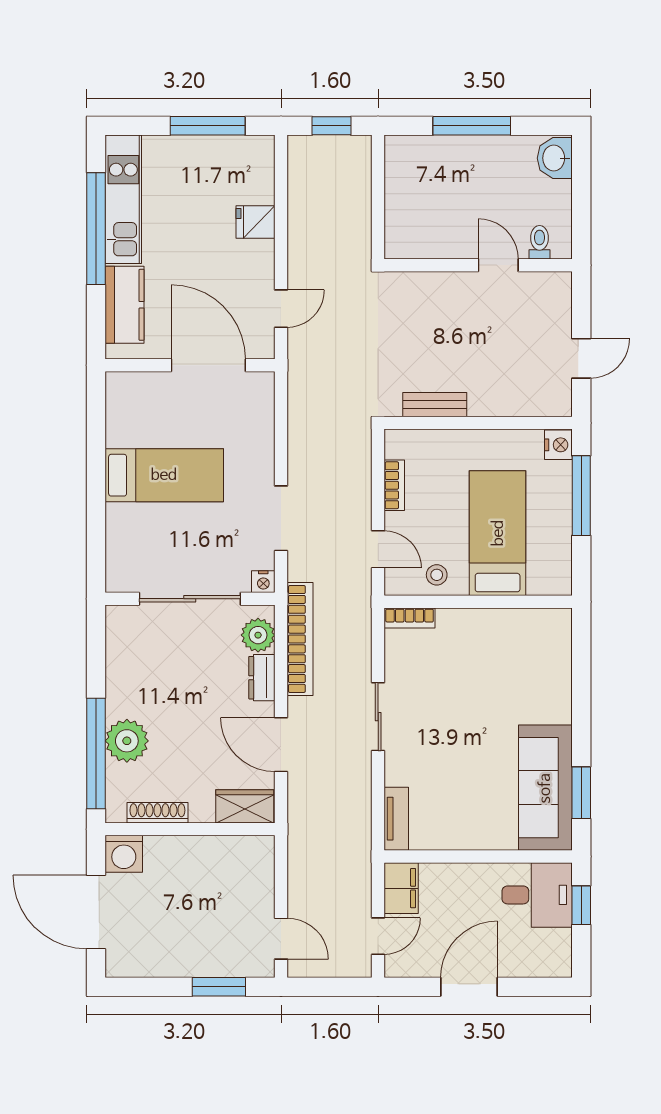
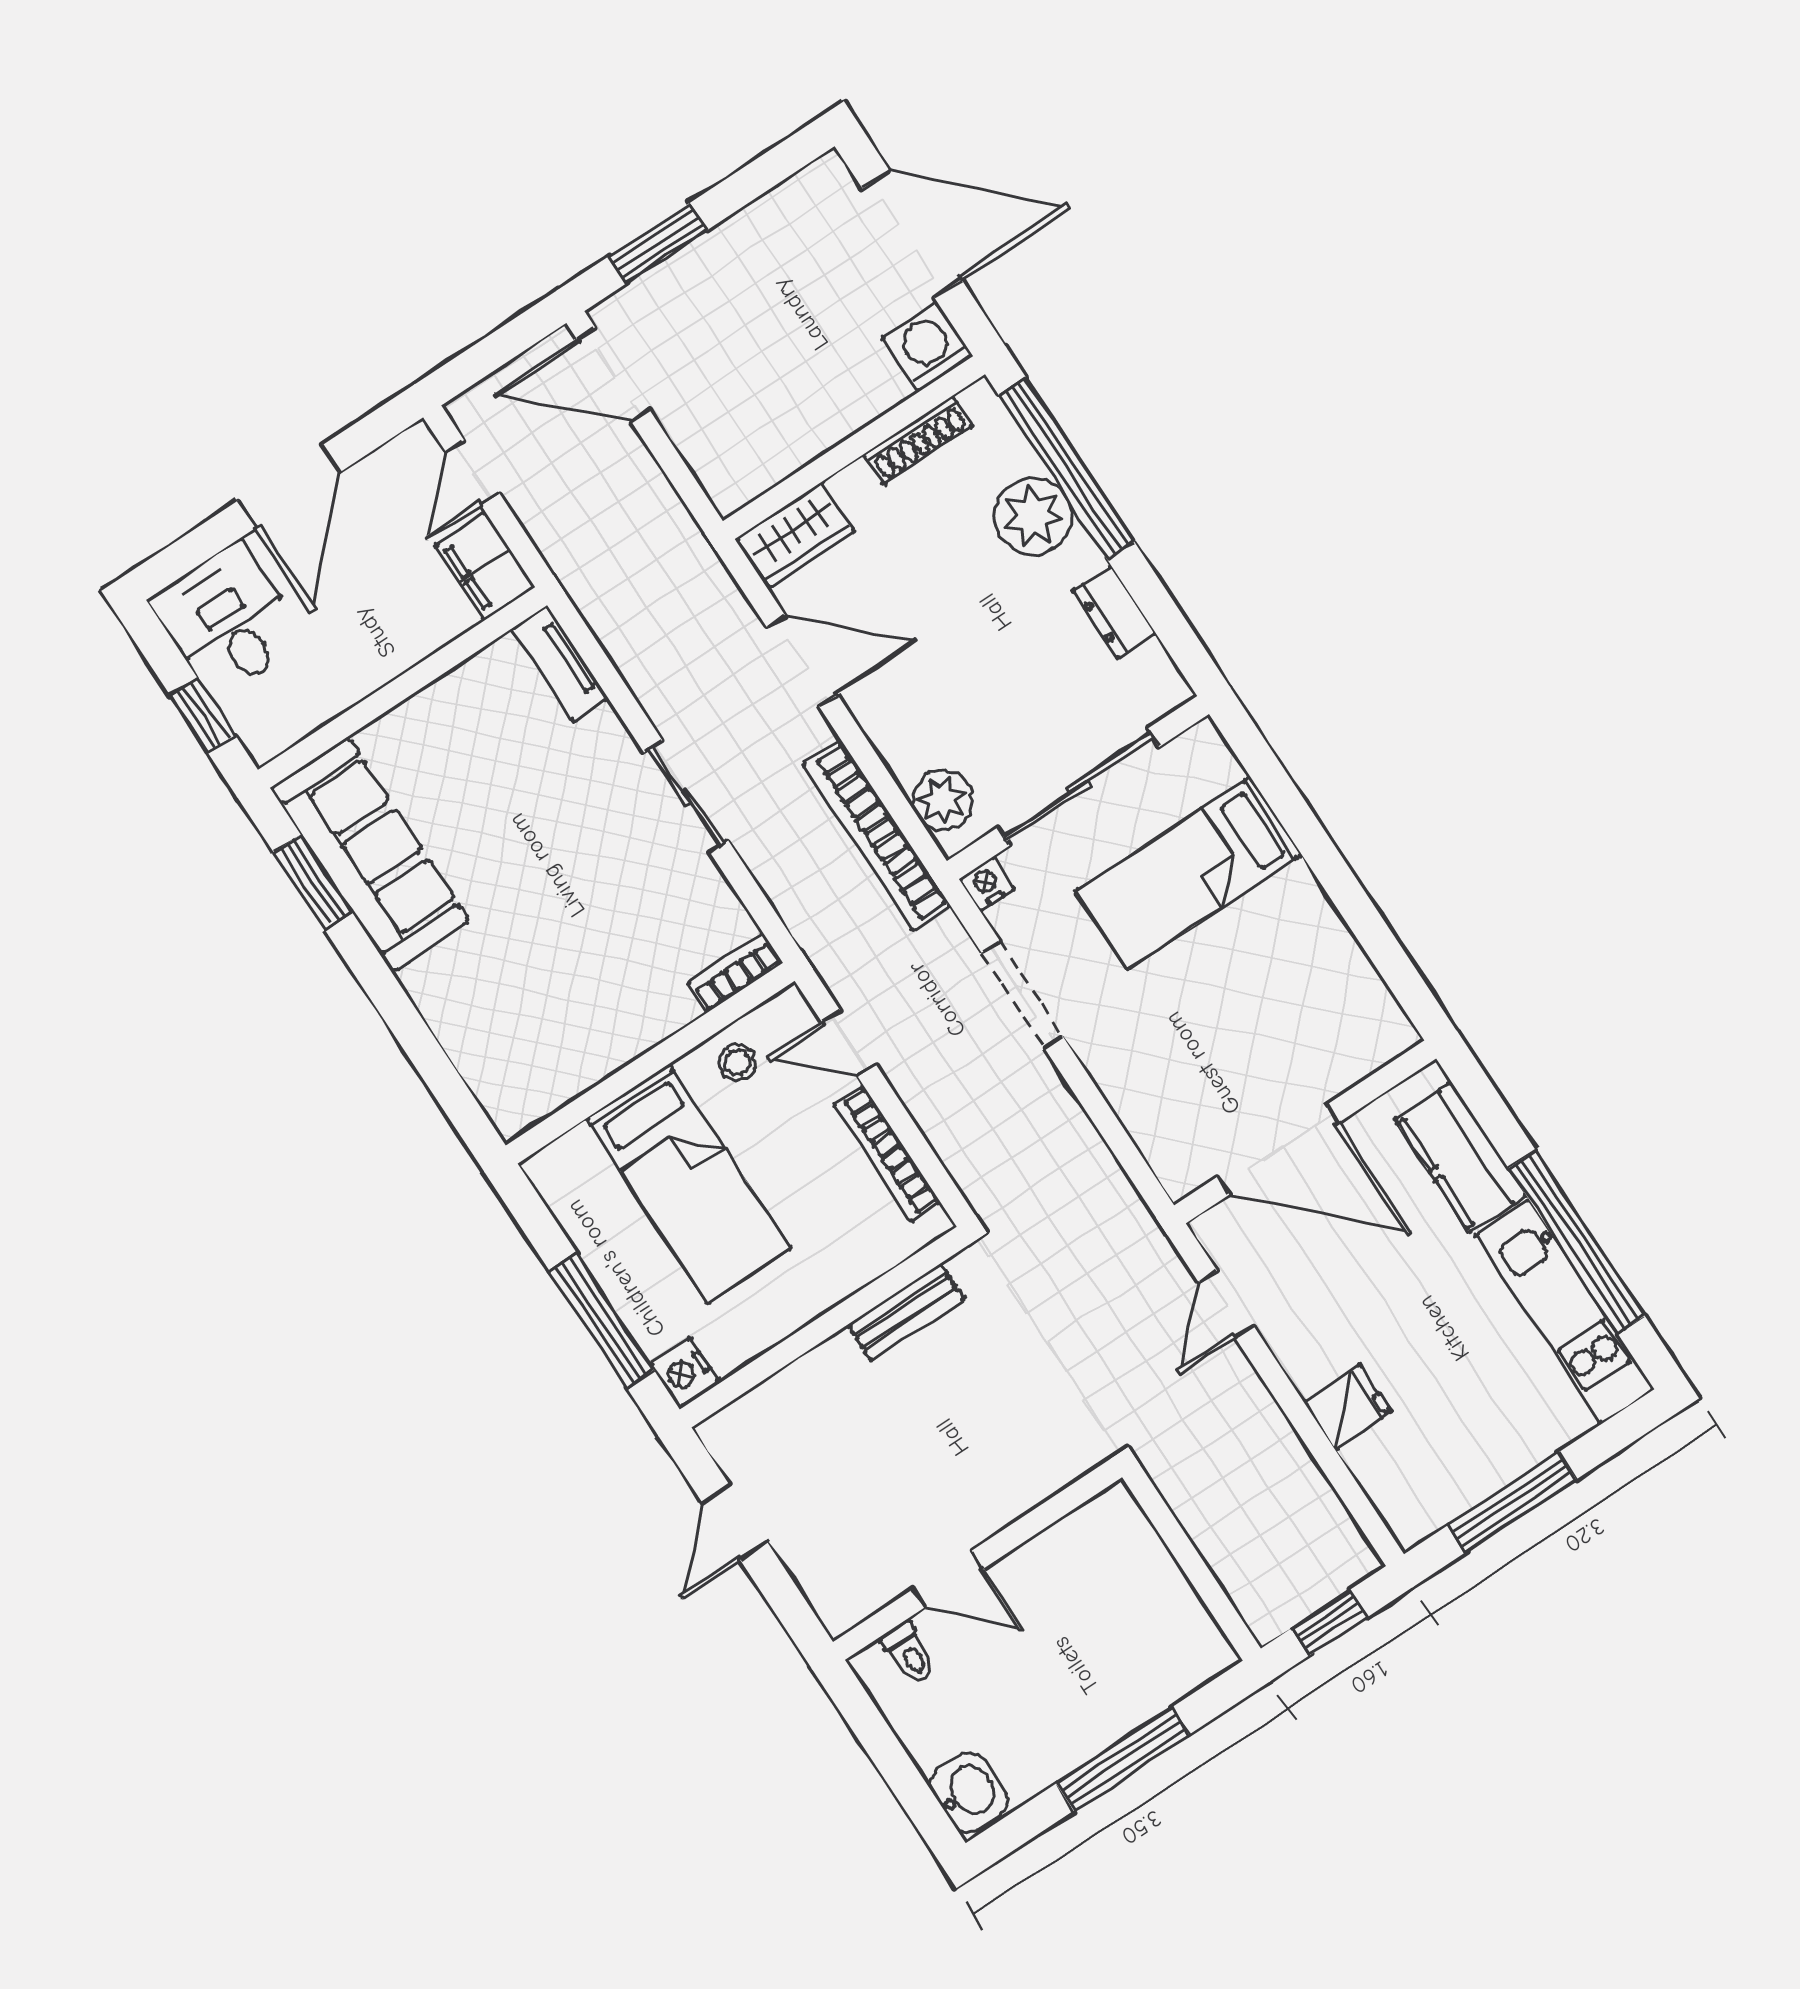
bed: (164, 475) -> (1189, 873), moved
bookcase: (394, 485) -> (887, 1154), width x1.56
dresser: (262, 678) -> (1114, 612), moved, turned 180
desk: (537, 895) -> (228, 620), moved, turned 90
door: (281, 939) -> (613, 375), width x1.38

